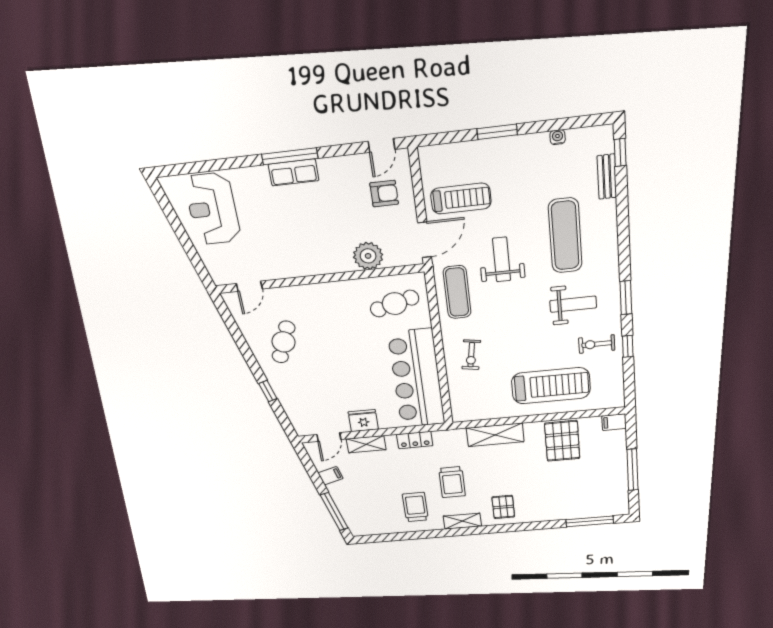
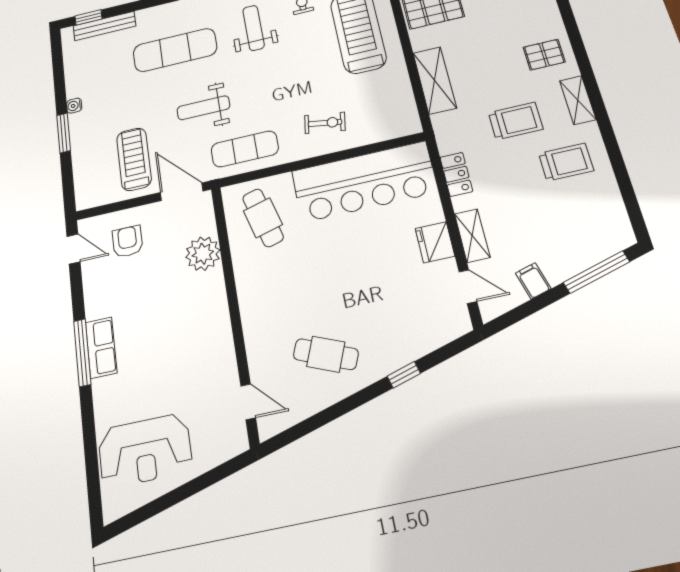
water cooler: (558, 137) -> (74, 106), moved
bench: (607, 177) -> (104, 26), width x1.36
trolley: (415, 507) -> (566, 162), turned 180

